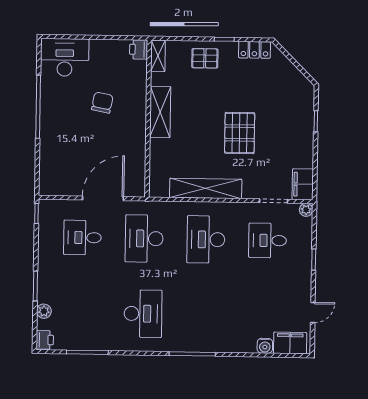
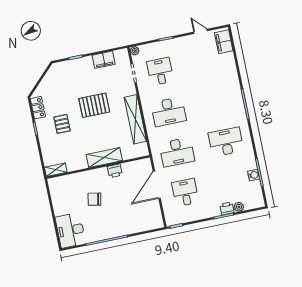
printer: (139, 49) -> (115, 171), moved
pallet: (205, 58) -> (62, 124), moved
shelving: (160, 112) -> (104, 158), moved
filing cabinet: (303, 184) -> (104, 60), moved
door: (103, 198) -> (157, 185), hinge flipped
desk: (82, 238) -> (185, 192), turned 180
desk: (268, 240) -> (160, 71), turned 180
printer: (45, 340) -> (227, 208), moved
water cooler: (265, 346) -> (254, 175), moved

